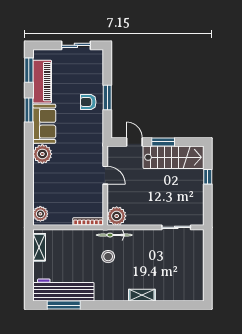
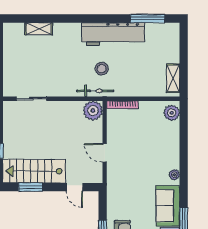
window: (163, 142) -> (31, 187), moved
plant: (42, 154) -> (174, 175), width x0.53, depth x0.53
workbench: (63, 290) -> (113, 34), moved
shelving: (142, 295) -> (39, 29), moved

